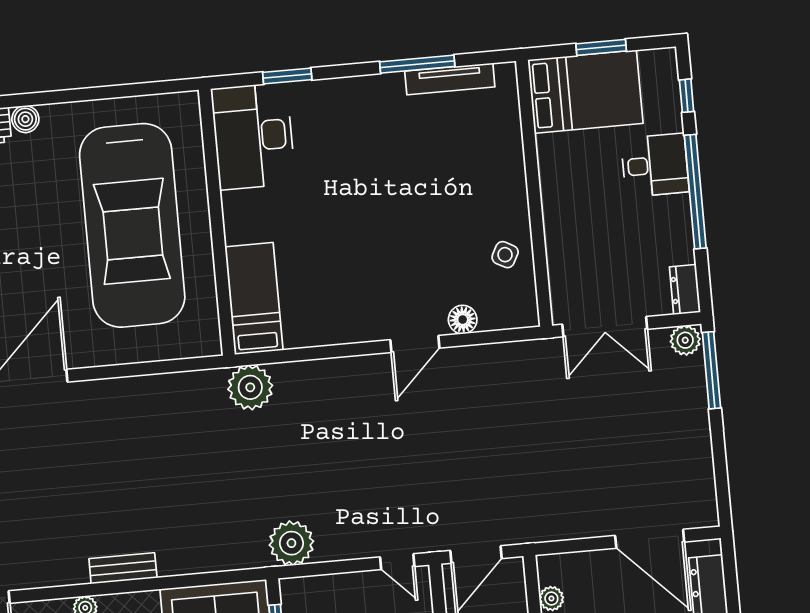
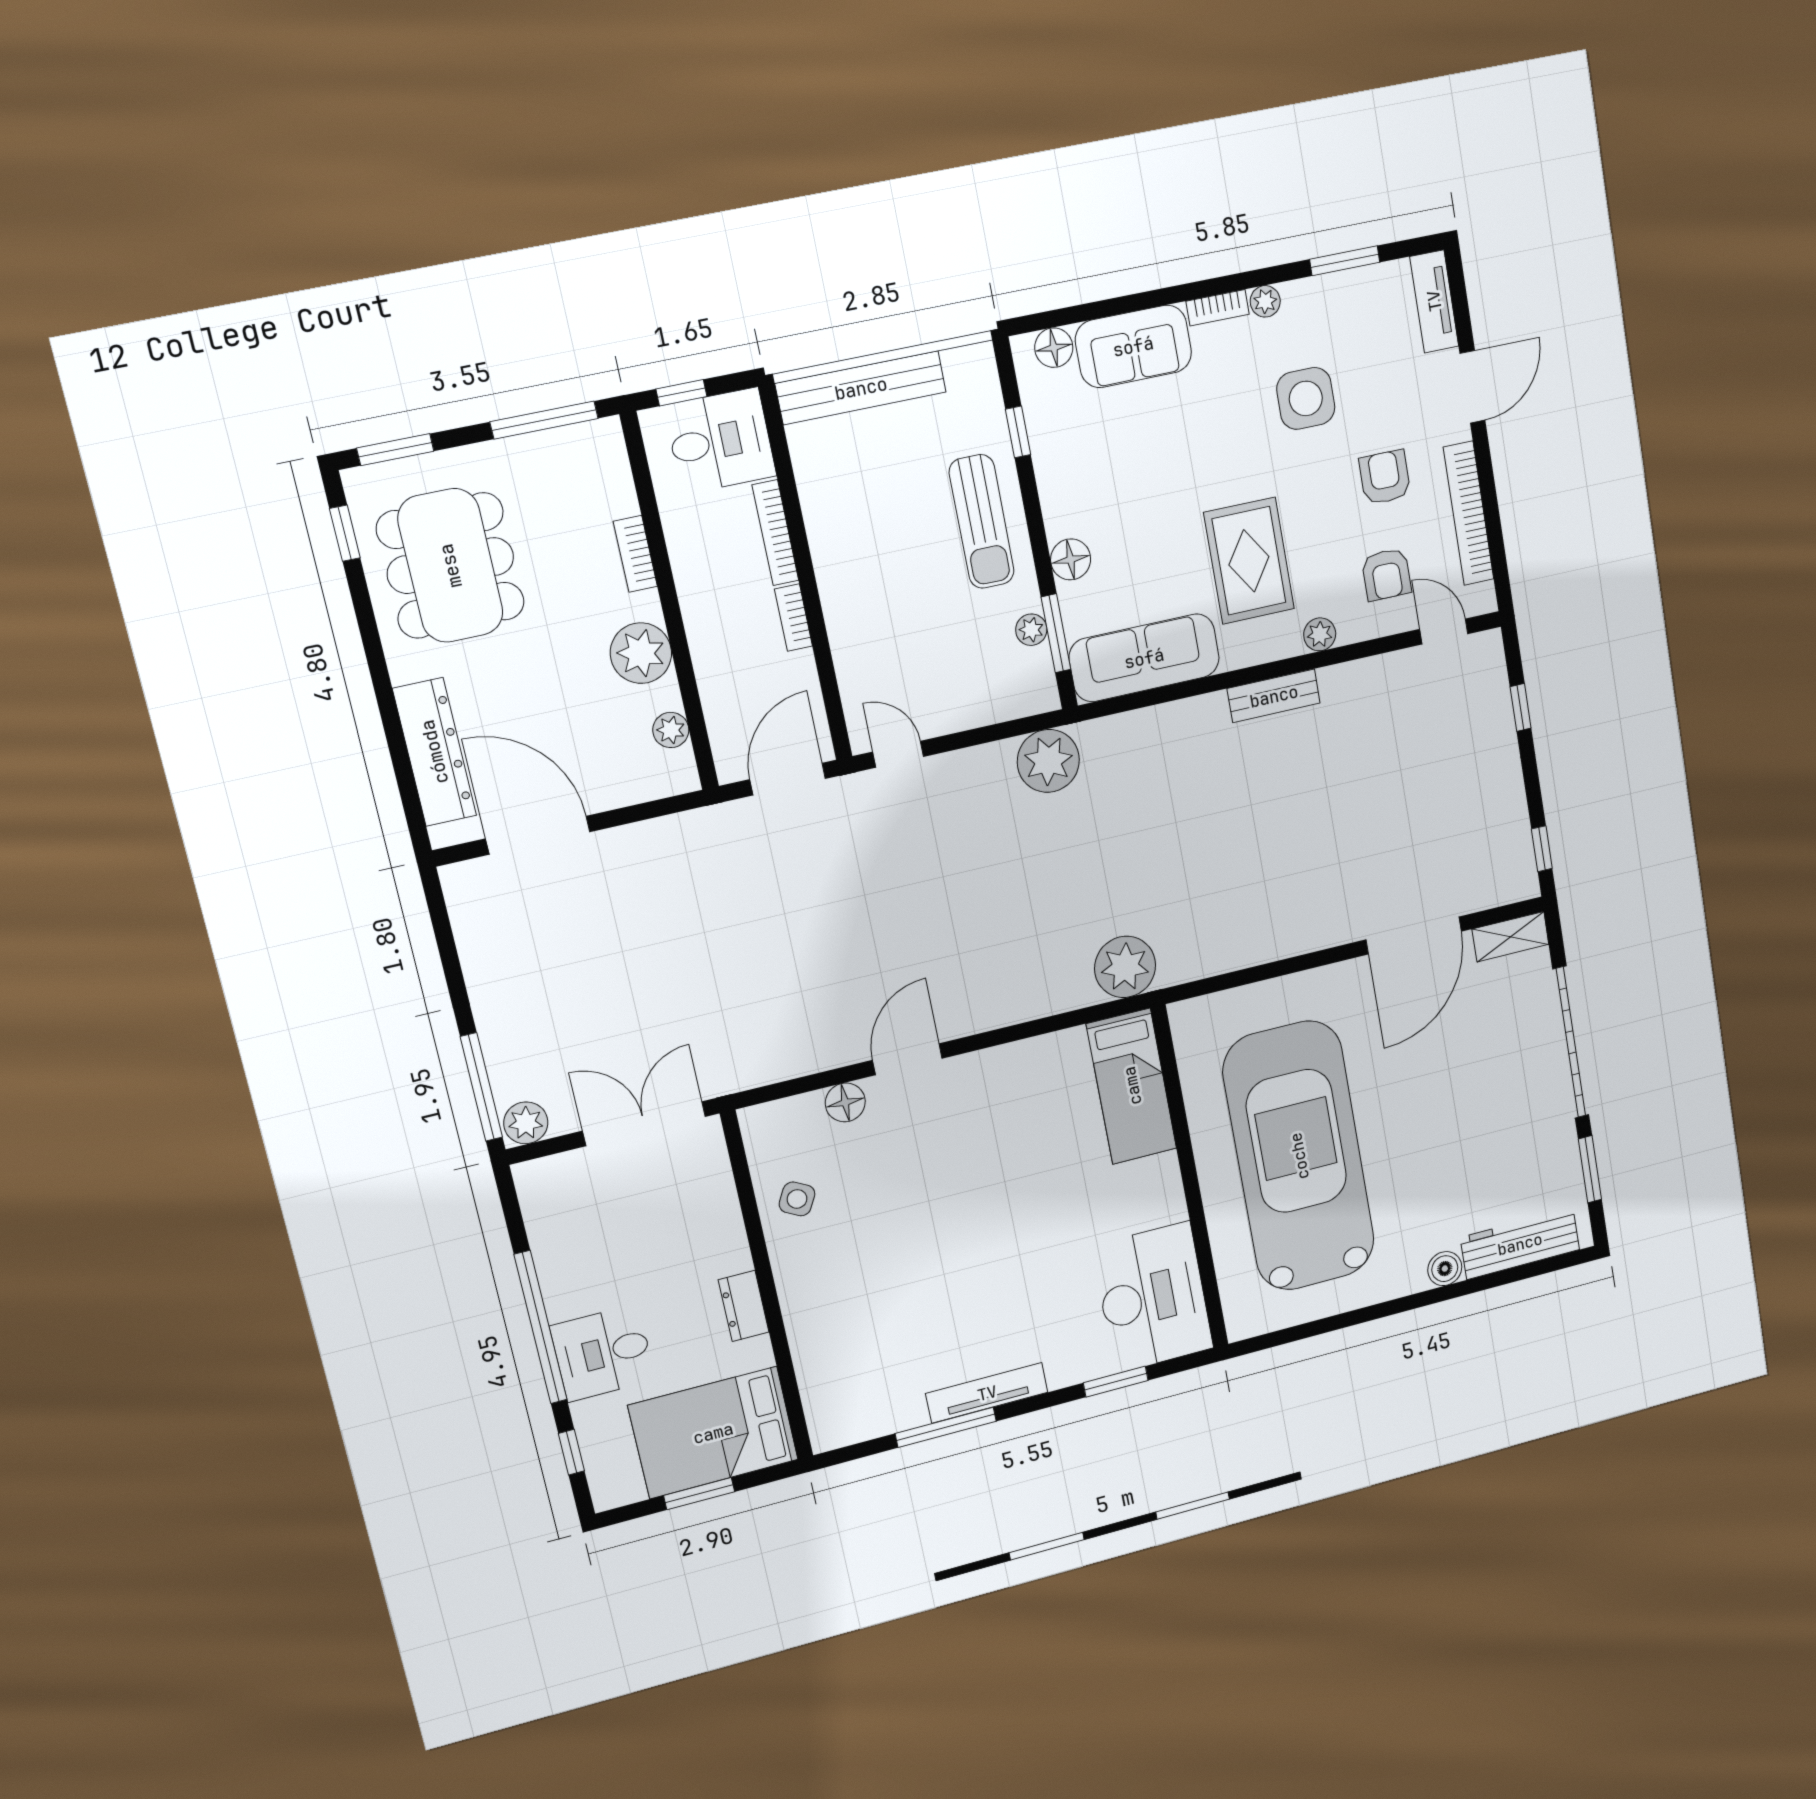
tv unit: (450, 79) -> (987, 1393), moved
dresser: (685, 290) -> (744, 1306), moved, turned 180

